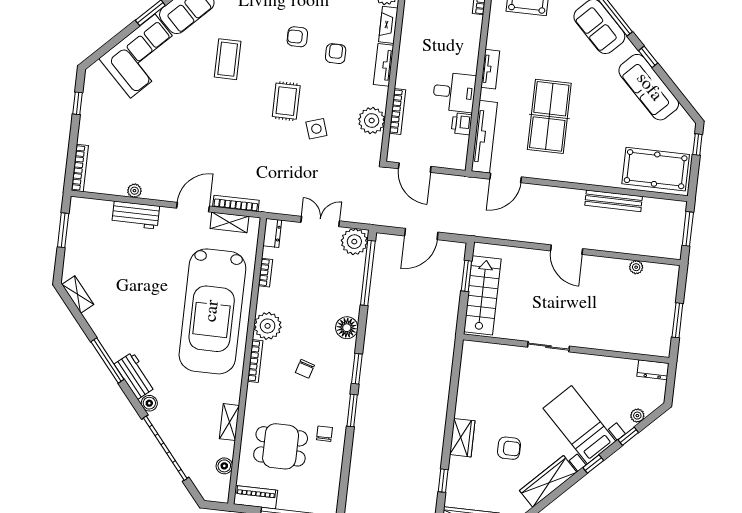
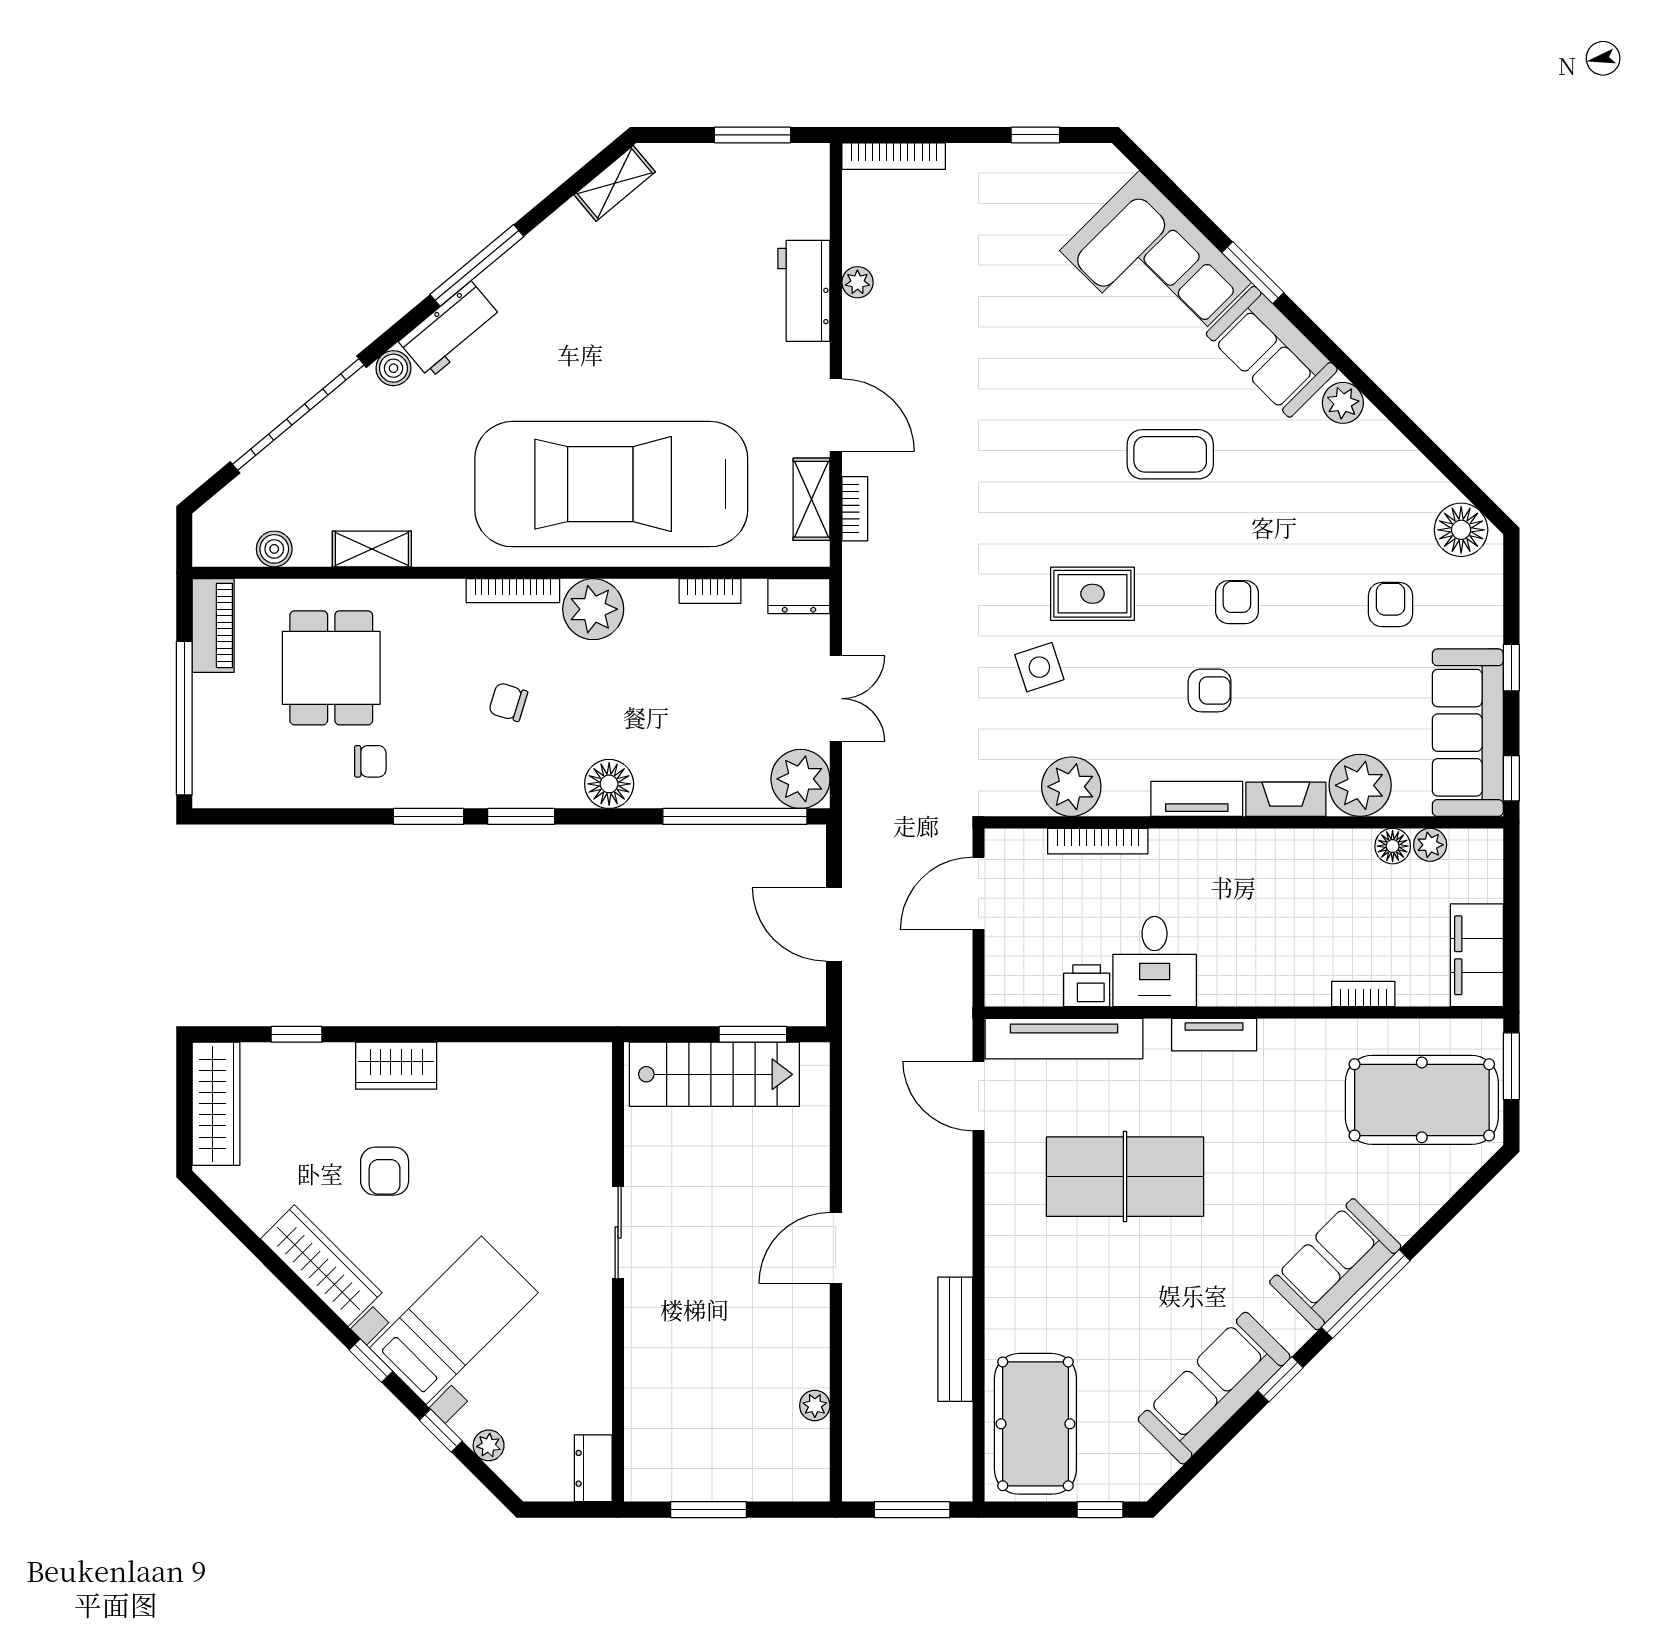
bookcase: (236, 203) -> (855, 509), width x0.64

